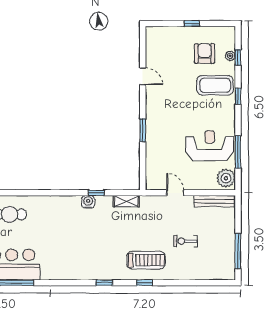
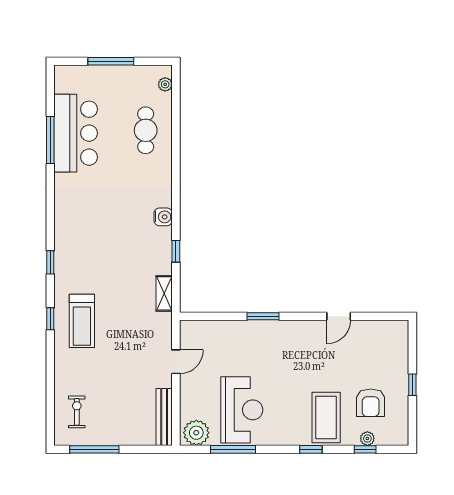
armchair: (205, 53) -> (371, 403), turned 90
water cooler: (88, 202) -> (163, 217), moved
exercise bike: (186, 241) -> (77, 412), moved

